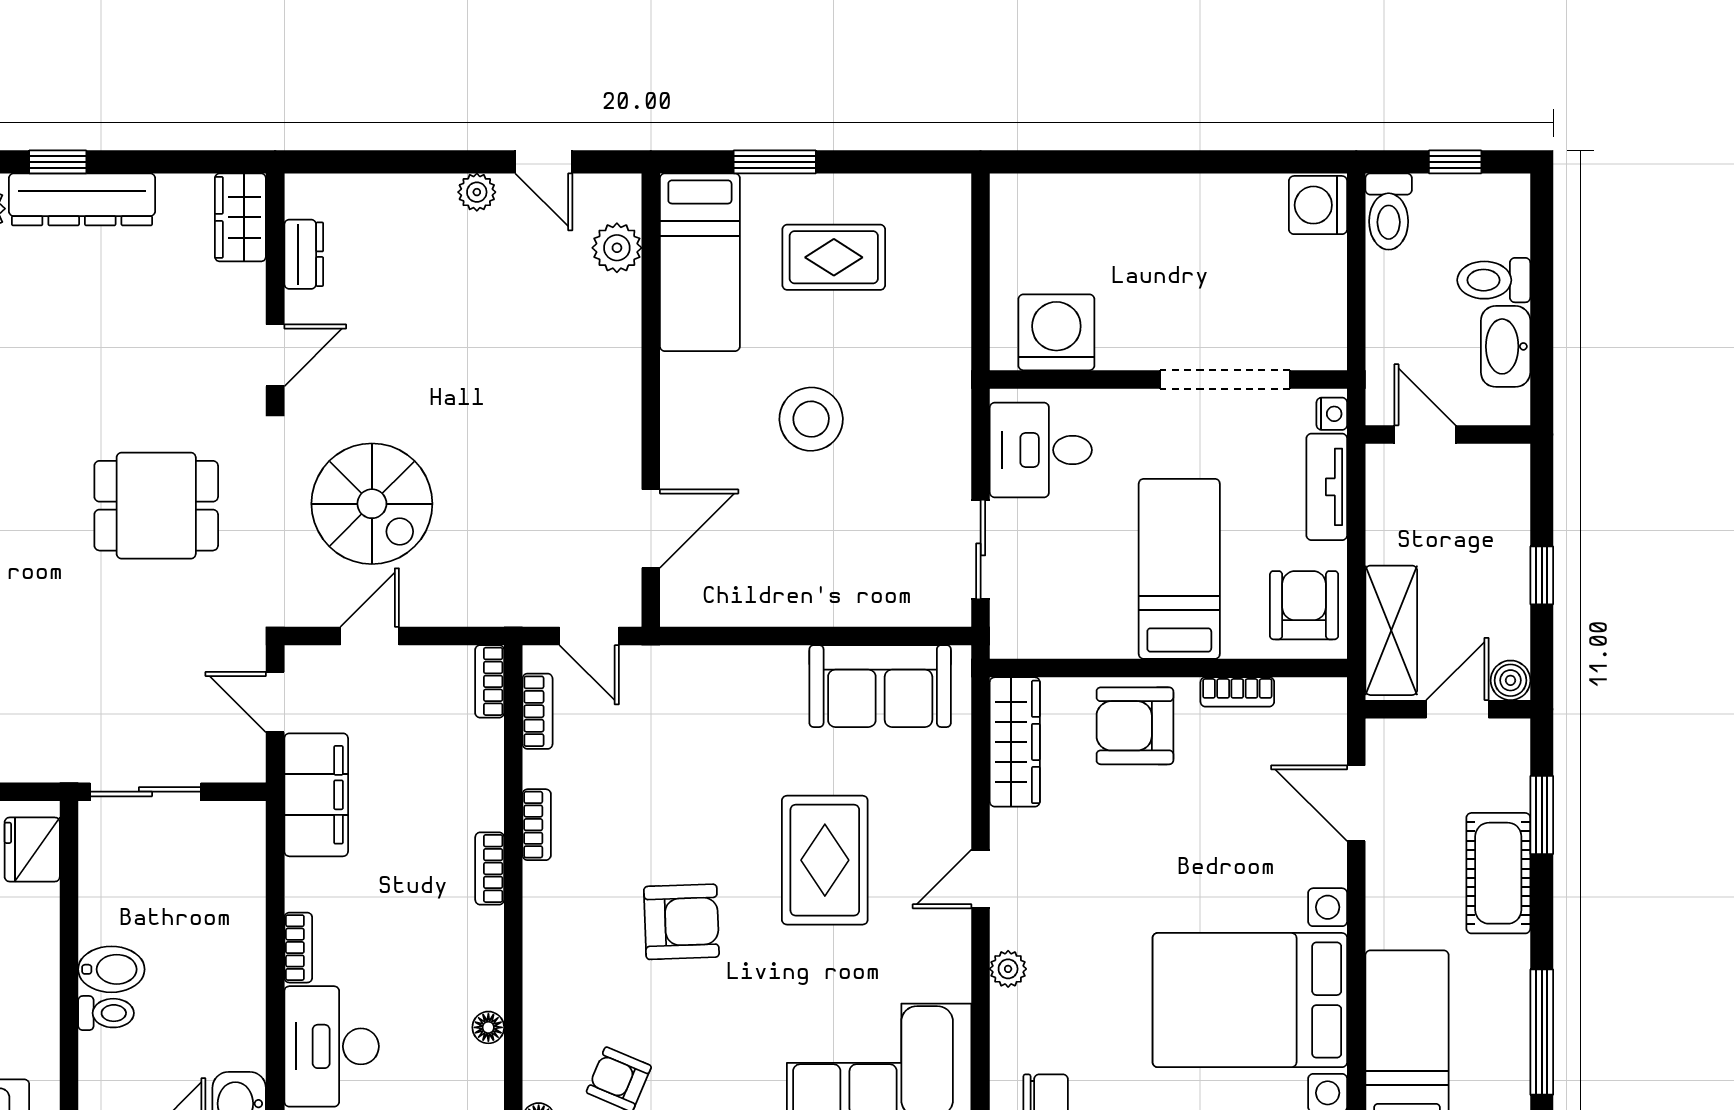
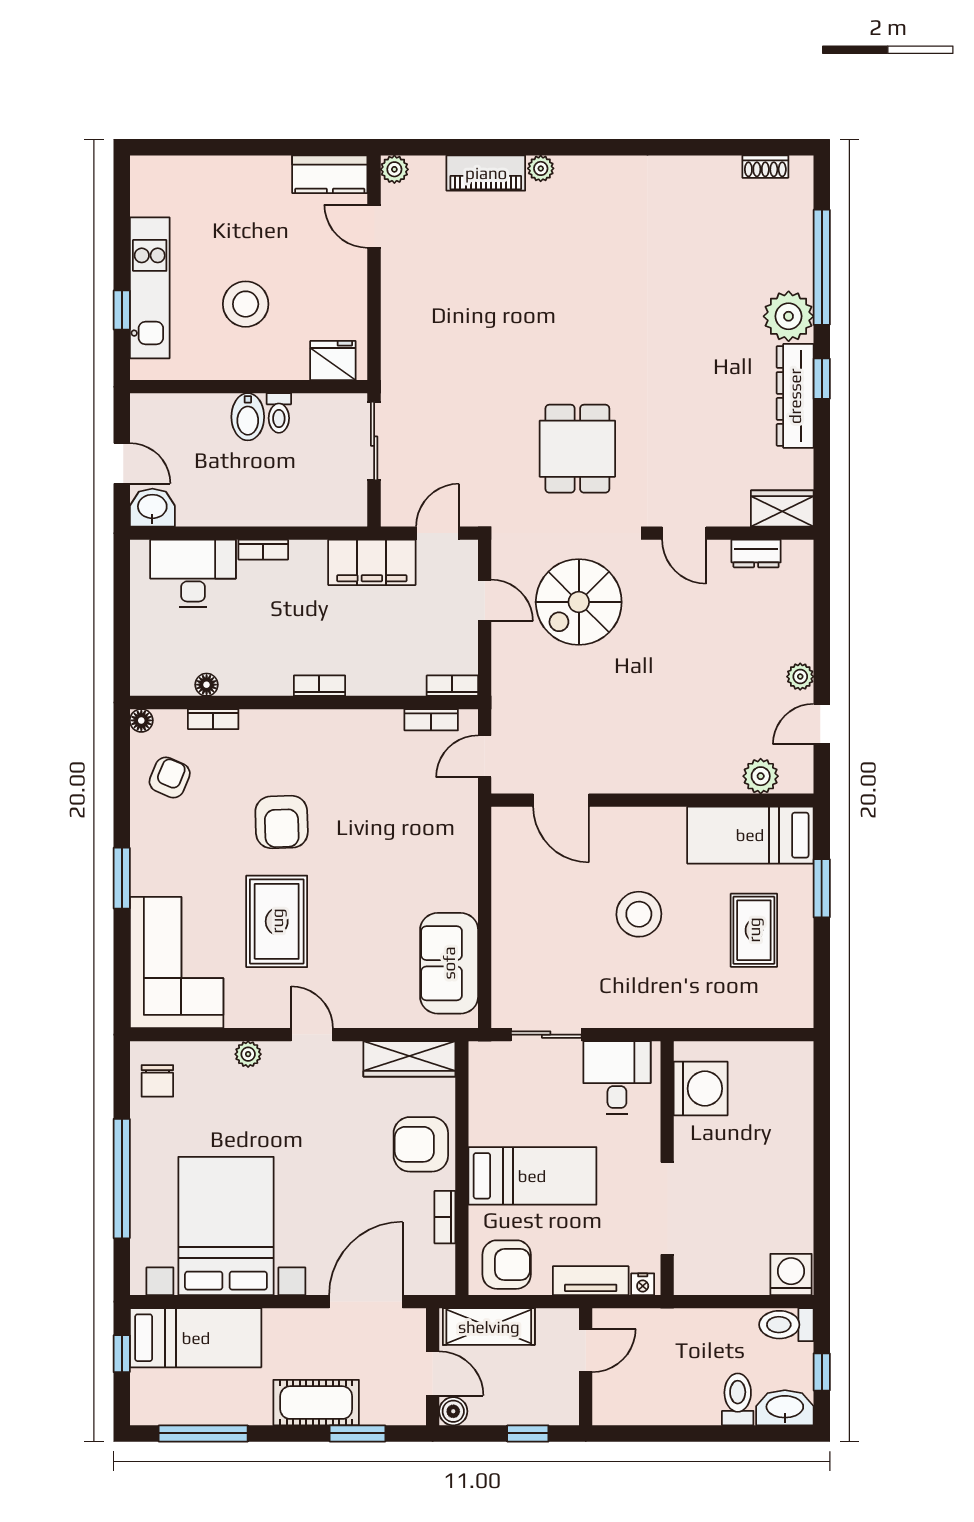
washbasin: (1506, 346) -> (785, 1408), moved
door: (1425, 434) -> (586, 1350), moved
wall: (1448, 434) -> (586, 1367), moved
armchair: (1135, 726) -> (421, 1144), turned -90
door: (1356, 803) -> (366, 1302), width x1.36
bookcase: (537, 825) -> (213, 719), moved
rug: (825, 860) -> (277, 921), moved, turned 90
toilet: (106, 1013) -> (279, 413), moved

